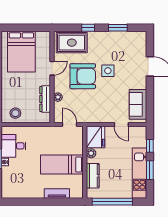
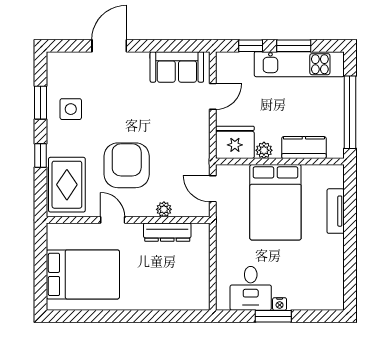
side table: (108, 71) -> (71, 109), moved
stool: (15, 113) -> (192, 285), removed
door: (69, 125) -> (213, 189), hinge flipped
bed: (62, 165) -> (275, 202), width x1.50

